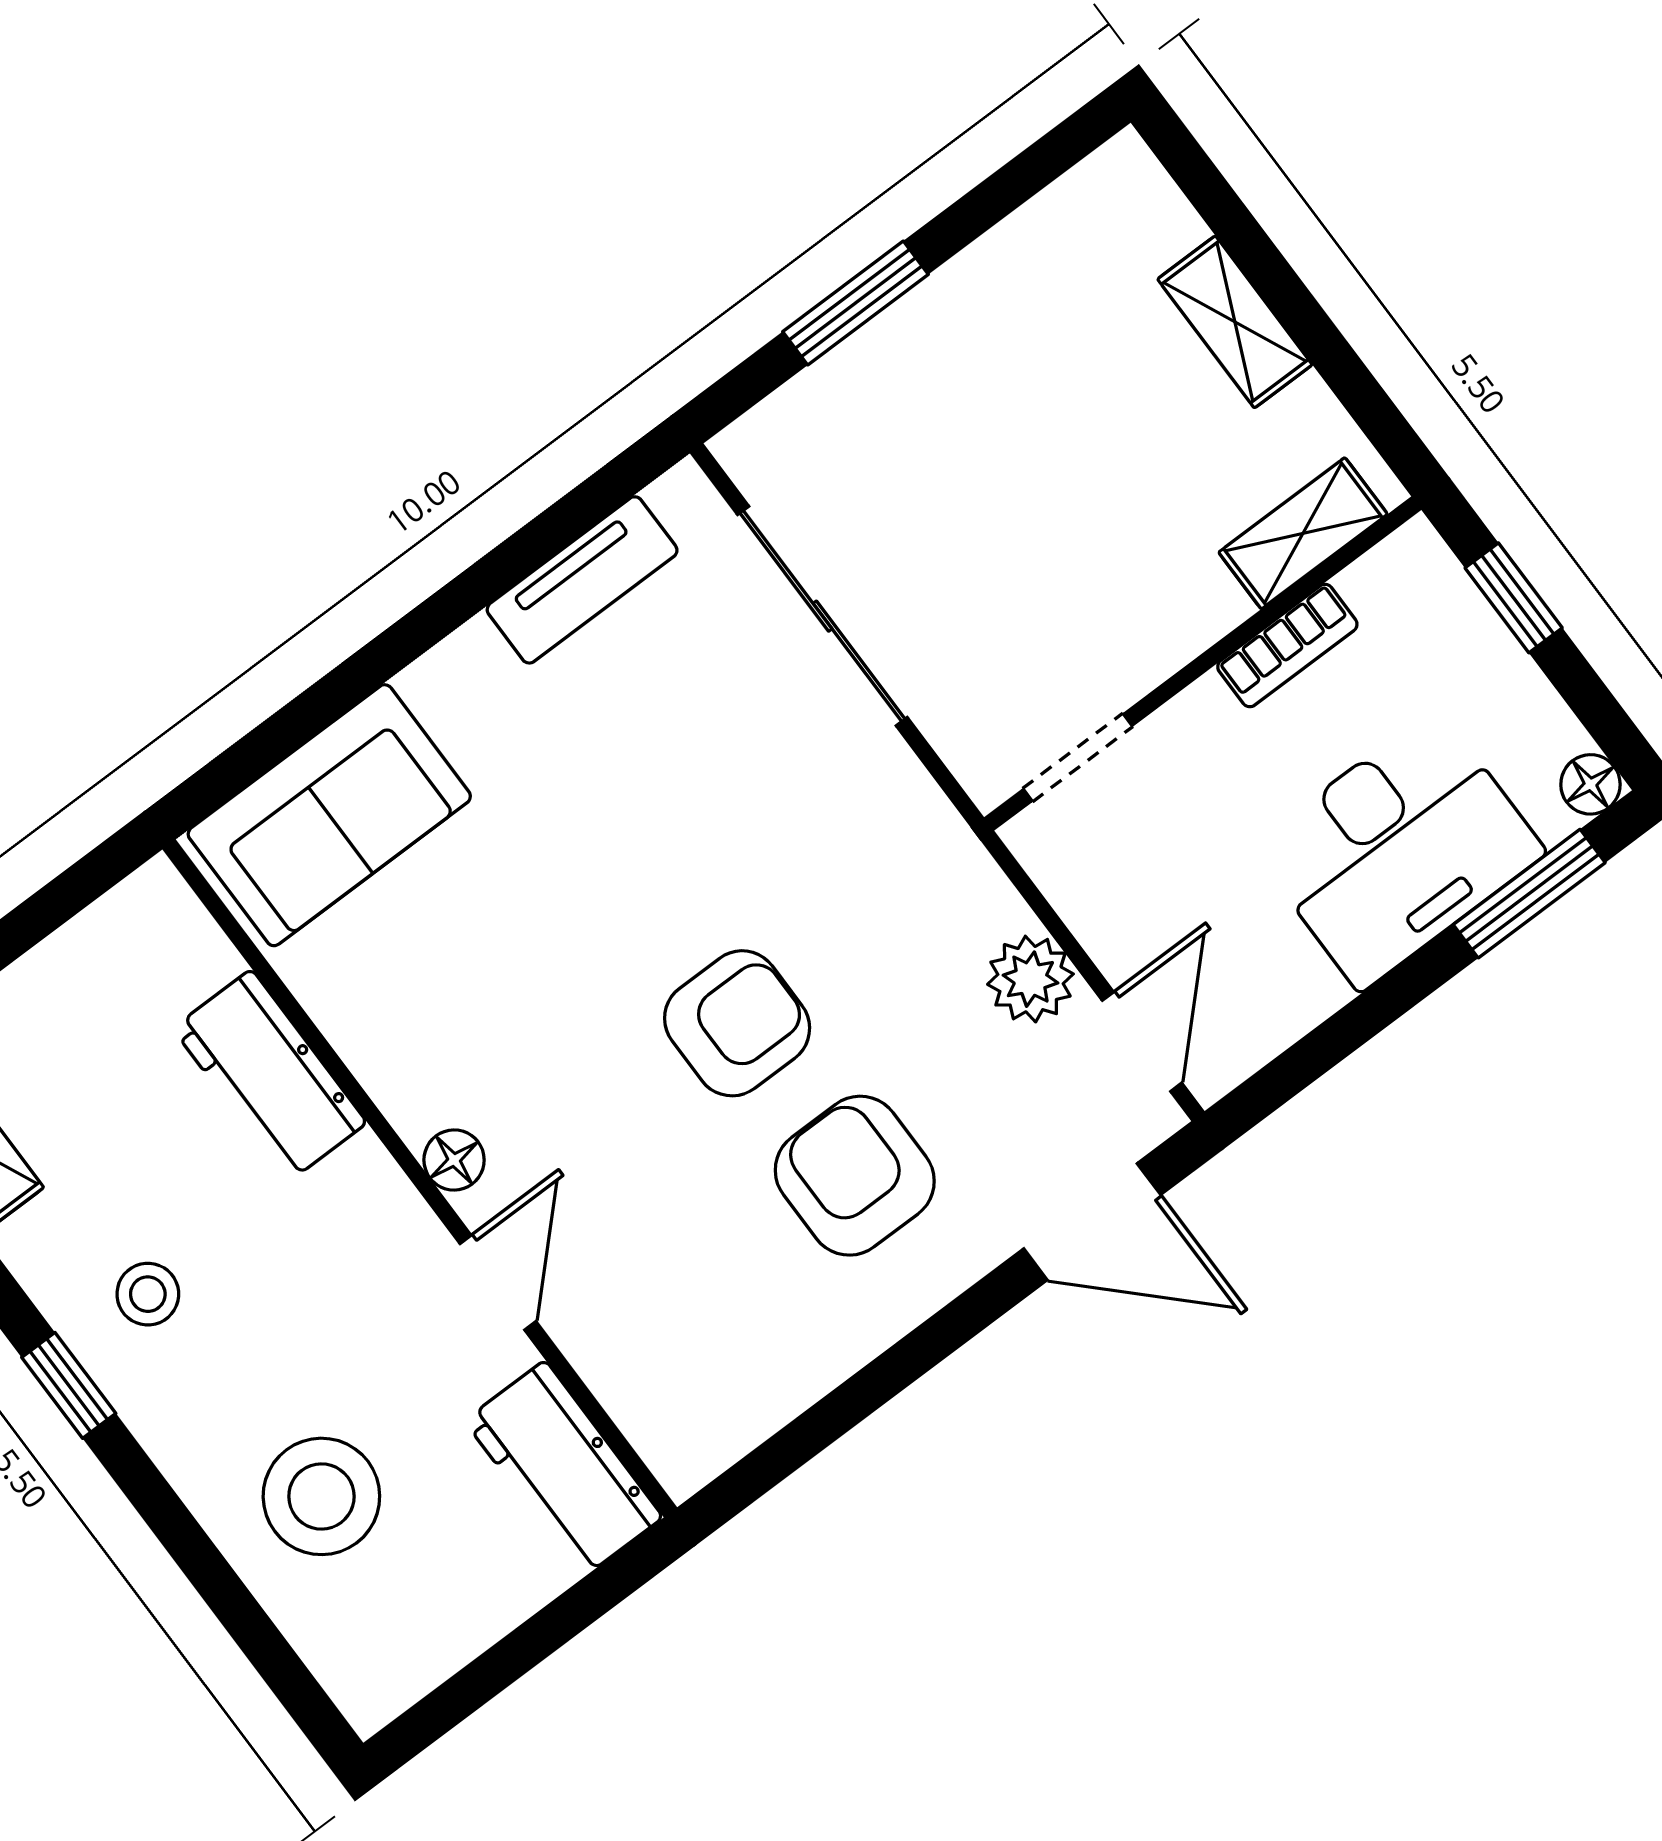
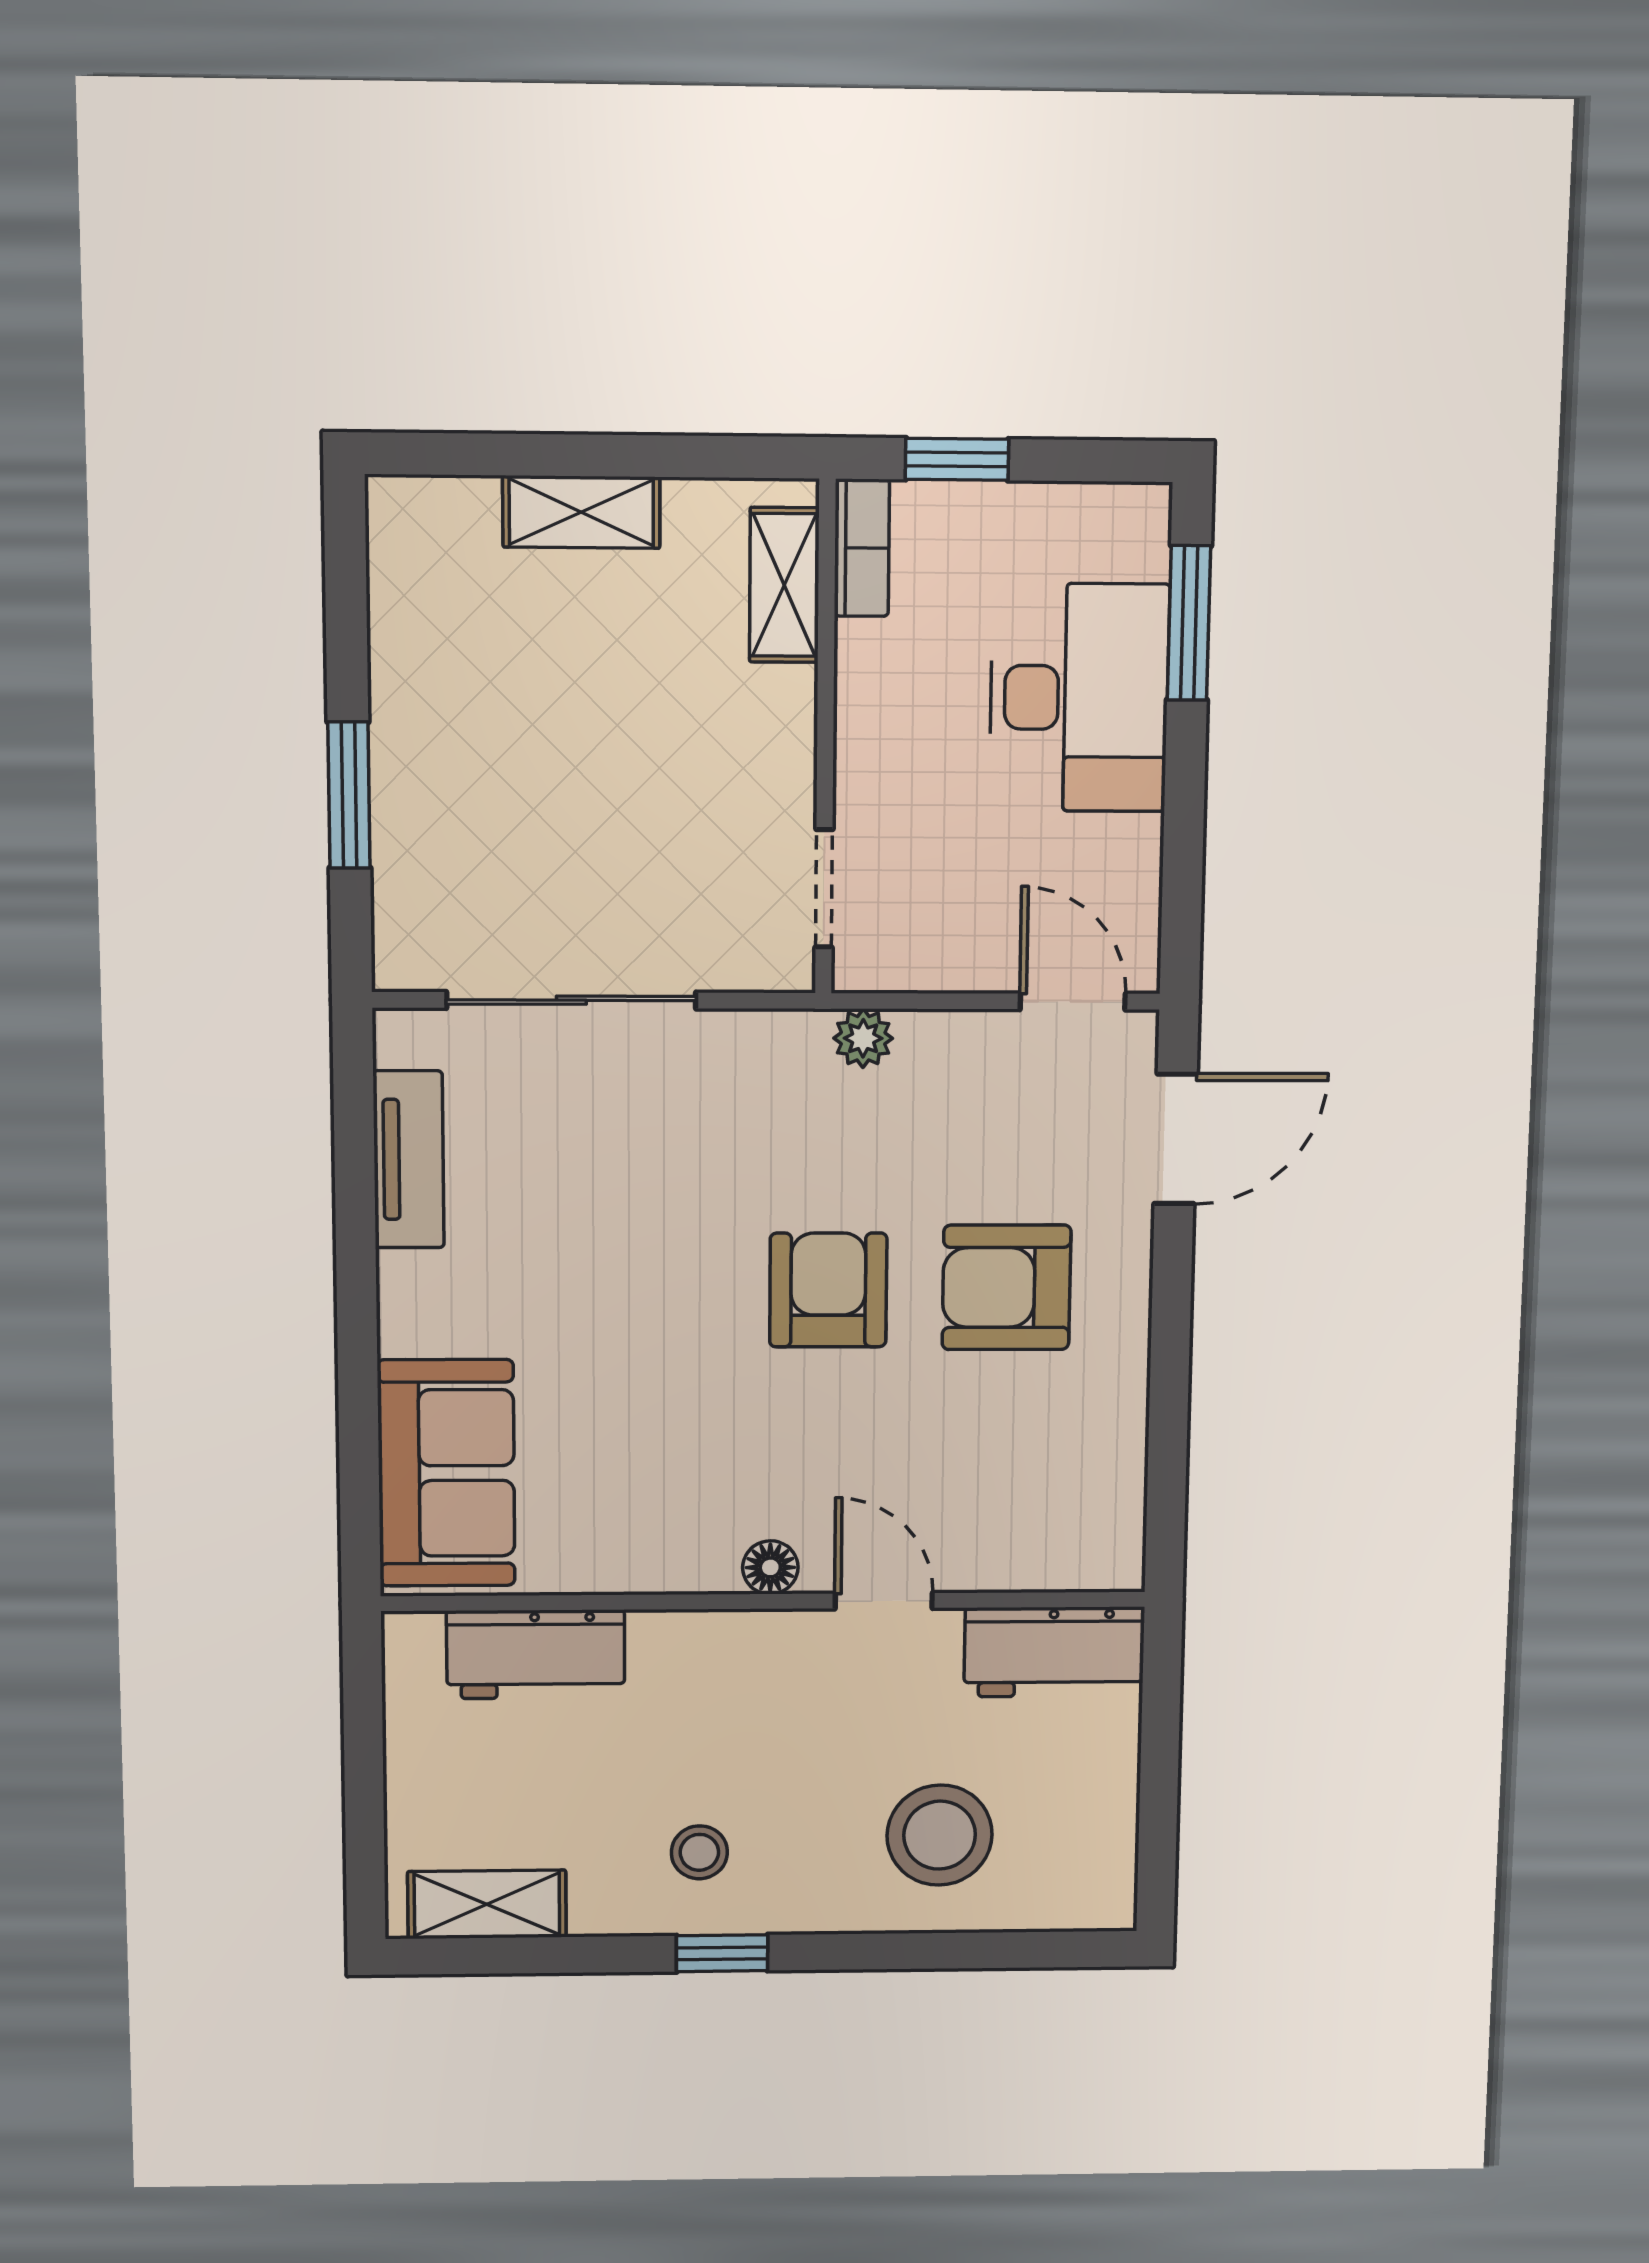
bookcase: (1287, 646) -> (862, 548), moved
floor lamp: (1590, 784) -> (1144, 511), removed
plant: (1030, 979) -> (863, 1038), moved, width x0.73, depth x0.73
workbench: (270, 1076) -> (536, 1654), moved

